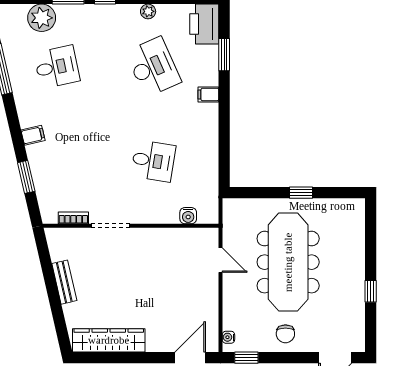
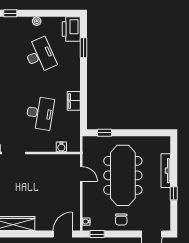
filing cabinet: (208, 94) -> (74, 101), moved, width x2.00
desk: (153, 161) -> (40, 113), width x1.37
window: (301, 193) -> (105, 133), moved
tv unit: (358, 254) -> (166, 171), added

